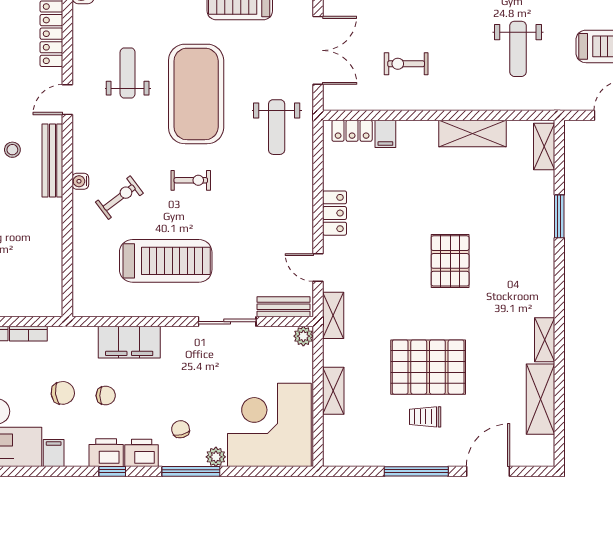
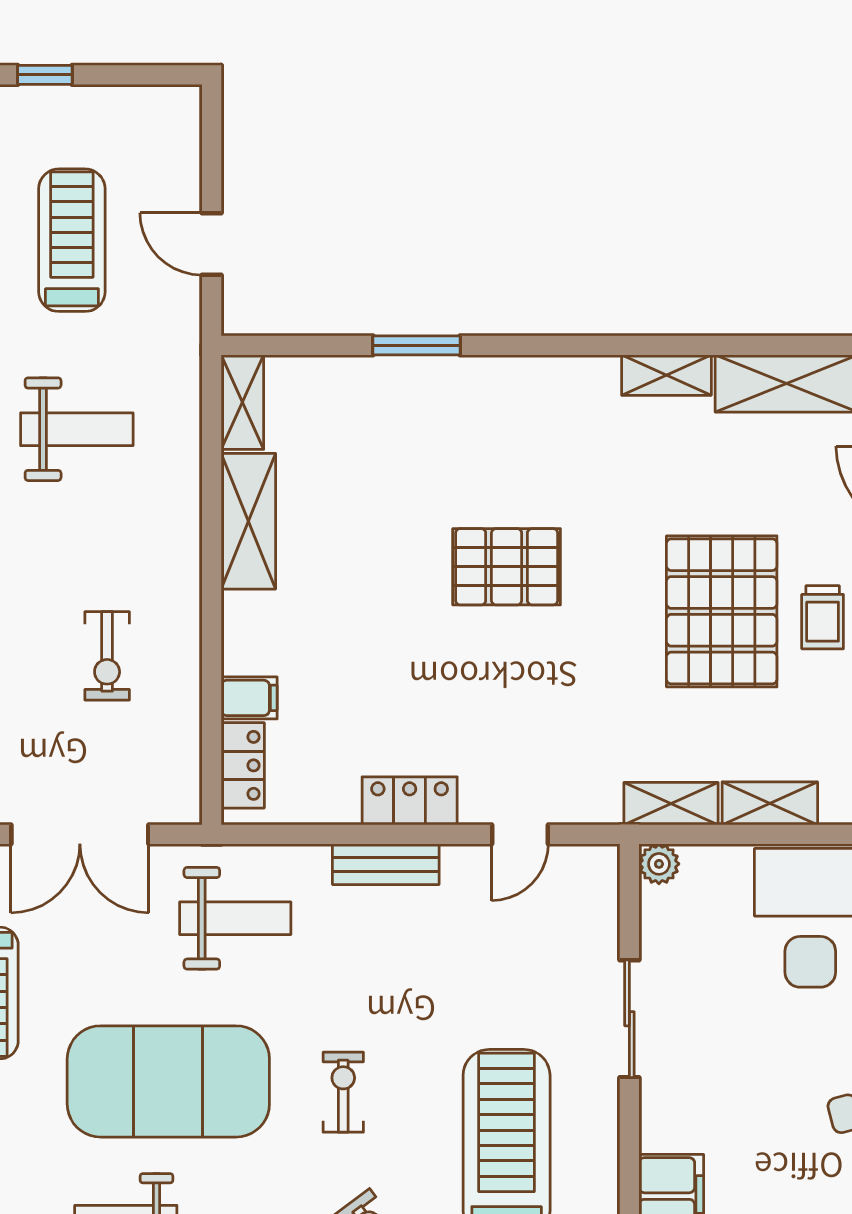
double door: (318, 50) -> (80, 834), swing flipped
shelving: (544, 146) -> (242, 402), moved, turned 90
bench: (284, 307) -> (386, 864), moved, turned 90
shelving: (333, 315) -> (671, 804), moved

